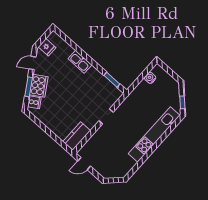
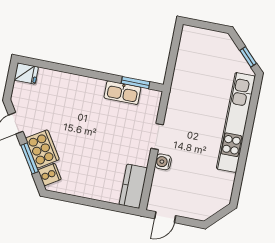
fridge: (47, 47) -> (26, 73), moved
kitchen sink: (80, 62) -> (122, 93), moved
water cooler: (150, 78) -> (163, 162), moved

